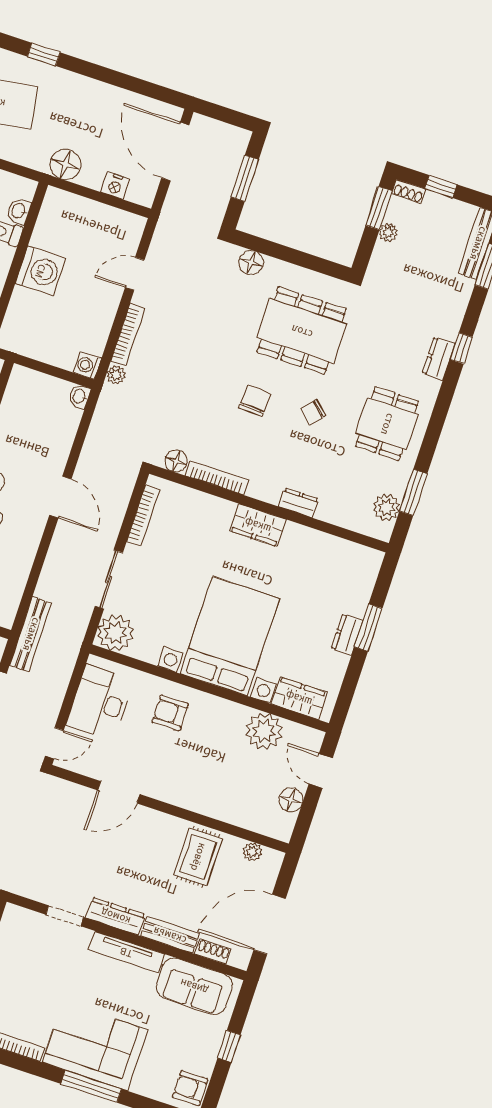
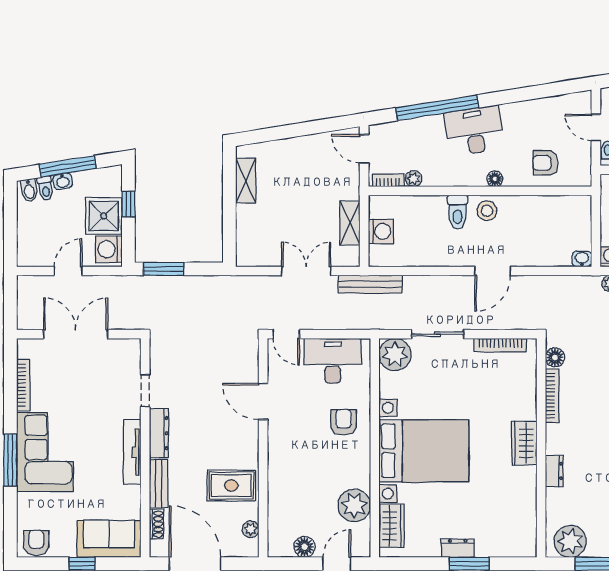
plant: (387, 507) -> (570, 541), width x1.36, depth x1.36
sofa: (194, 986) -> (109, 539), moved, turned 90

